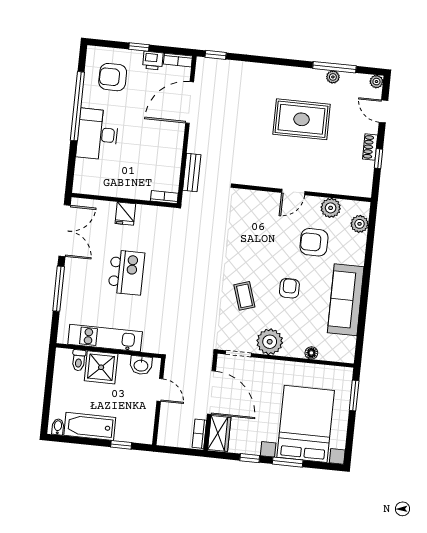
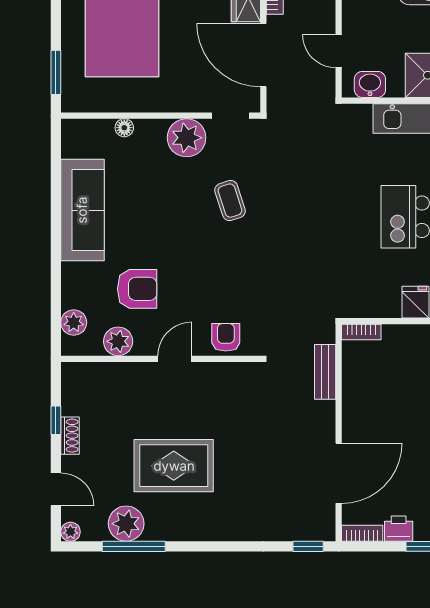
plant: (333, 77) -> (126, 524), width x1.87, depth x1.87
armchair: (289, 288) -> (226, 337), moved, turned 180

